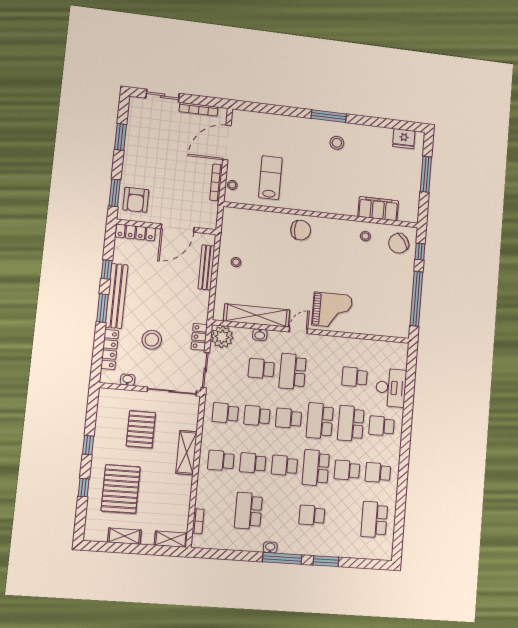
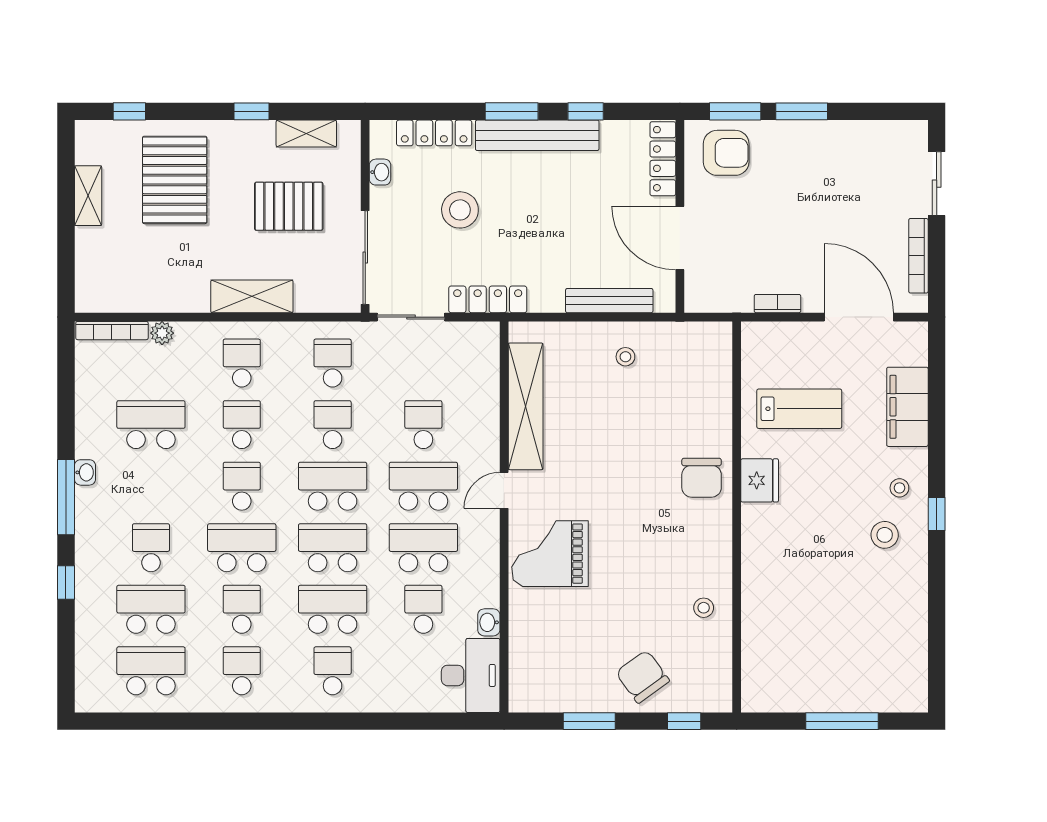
window: (329, 116) -> (937, 514), width x0.46
window: (120, 137) -> (802, 111), moved
fridge: (404, 139) -> (760, 480), moved, turned 180
bookcase: (216, 182) -> (777, 304), width x0.64
stool: (232, 185) -> (899, 488), moved
armchair: (136, 200) -> (726, 153), turned 180
filing cabinet: (378, 209) -> (907, 407), moved, turned 180
chair: (399, 243) -> (643, 677), moved
window: (416, 299) -> (589, 721), width x0.47
grand piano: (332, 310) -> (550, 554), turned 90
door: (298, 330) -> (504, 490), swing flipped
washbasin: (260, 335) -> (489, 622), moved
locker: (199, 337) -> (488, 299), width x1.53
plant: (222, 337) -> (162, 333), moved, width x0.53, depth x0.53
school desk: (324, 374) -> (423, 548), added
desk: (391, 388) -> (471, 675), moved, turned -90
school desk: (289, 418) -> (333, 486), width x1.85
window: (84, 488) -> (129, 111), moved
pallet: (121, 489) -> (175, 180), turned 90
school desk: (343, 517) -> (151, 609), added
bookcase: (198, 521) -> (112, 331), width x1.56
shelving: (171, 539) -> (306, 134), moved, turned 90
window: (326, 561) -> (66, 582), width x0.67

